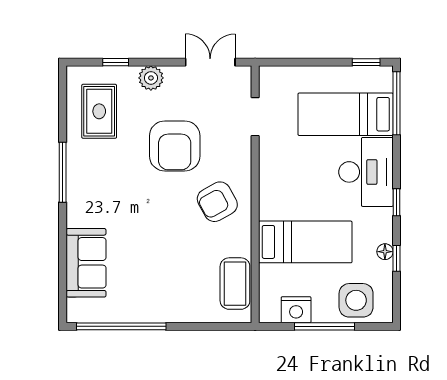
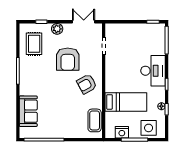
bed: (346, 114) -> (144, 45), removed

